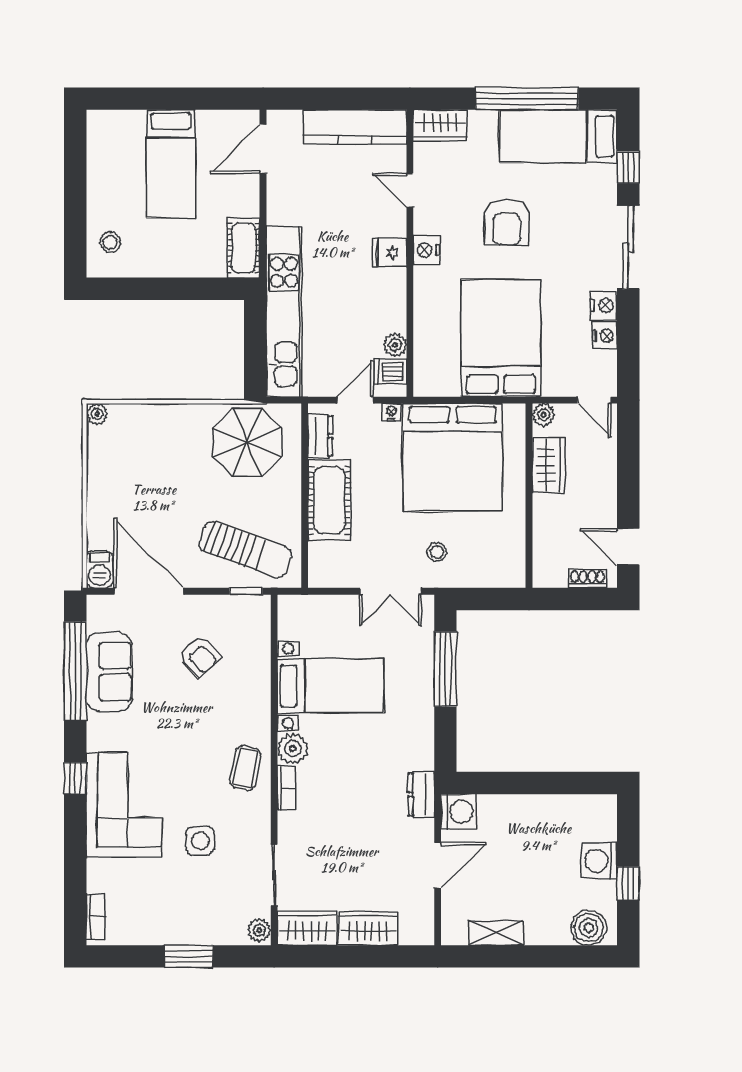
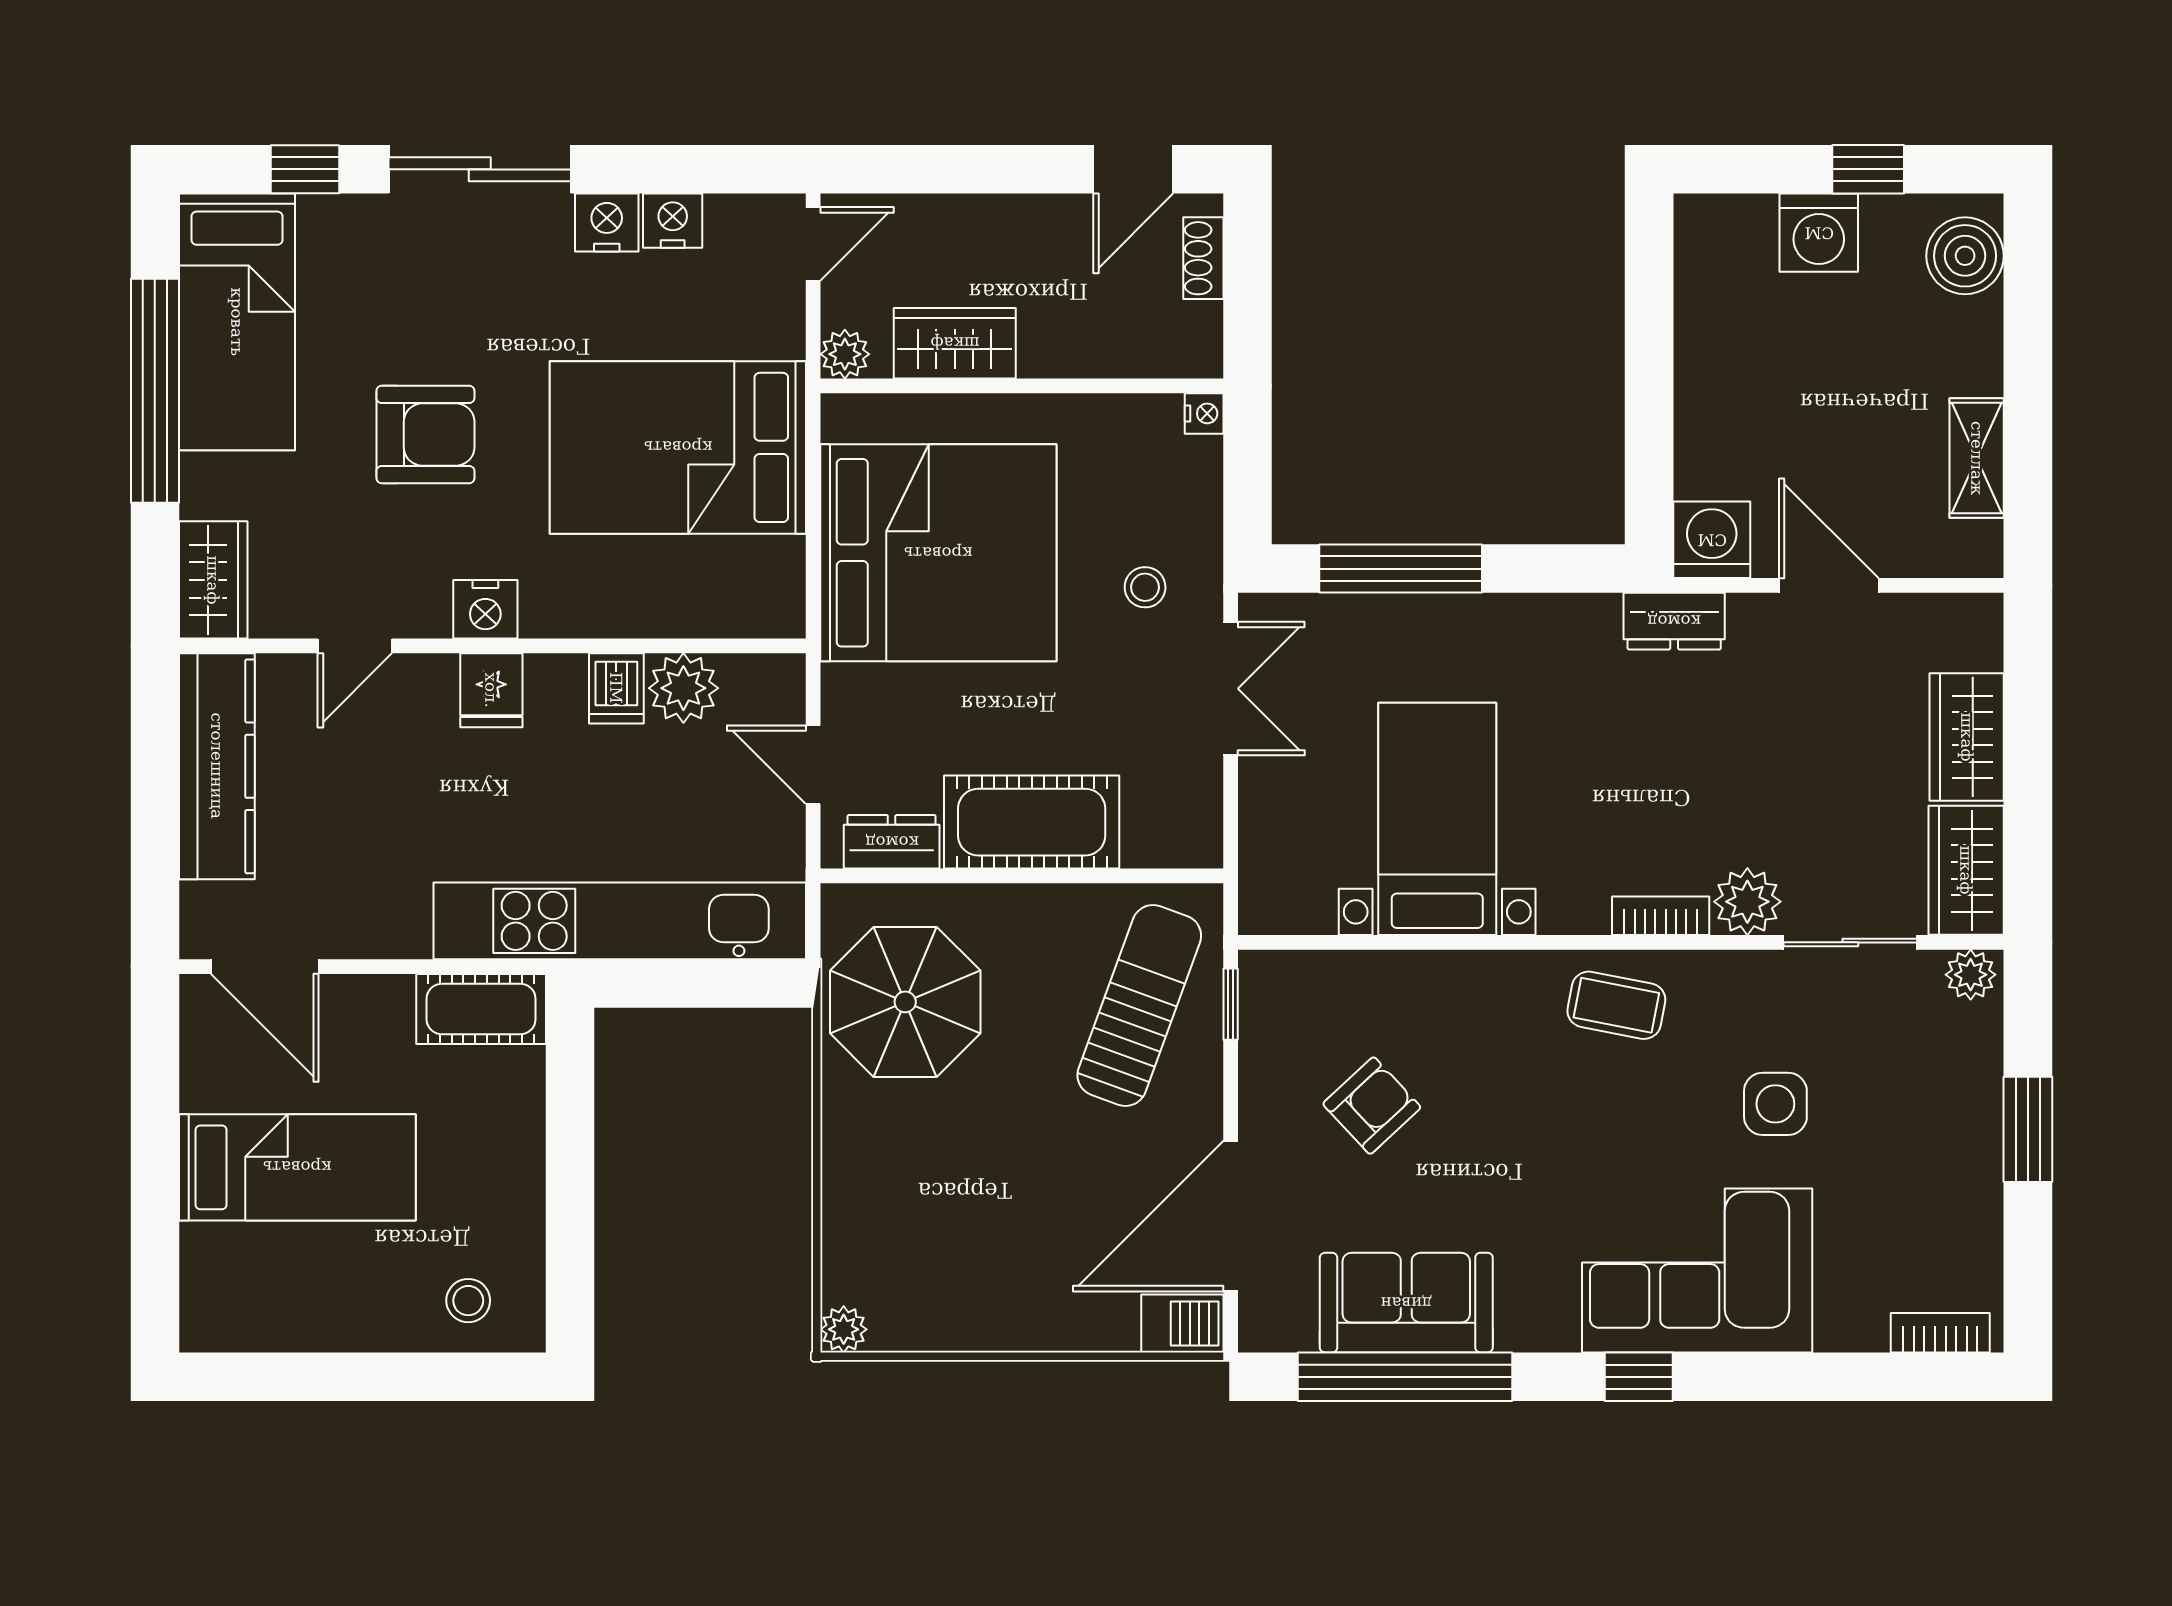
plant: (395, 345) -> (683, 688), width x1.38, depth x1.38
dishwasher: (390, 371) -> (616, 688), moved
nightstand: (391, 412) -> (1204, 413), moved, turned 180
plant: (293, 748) -> (1747, 902), moved

